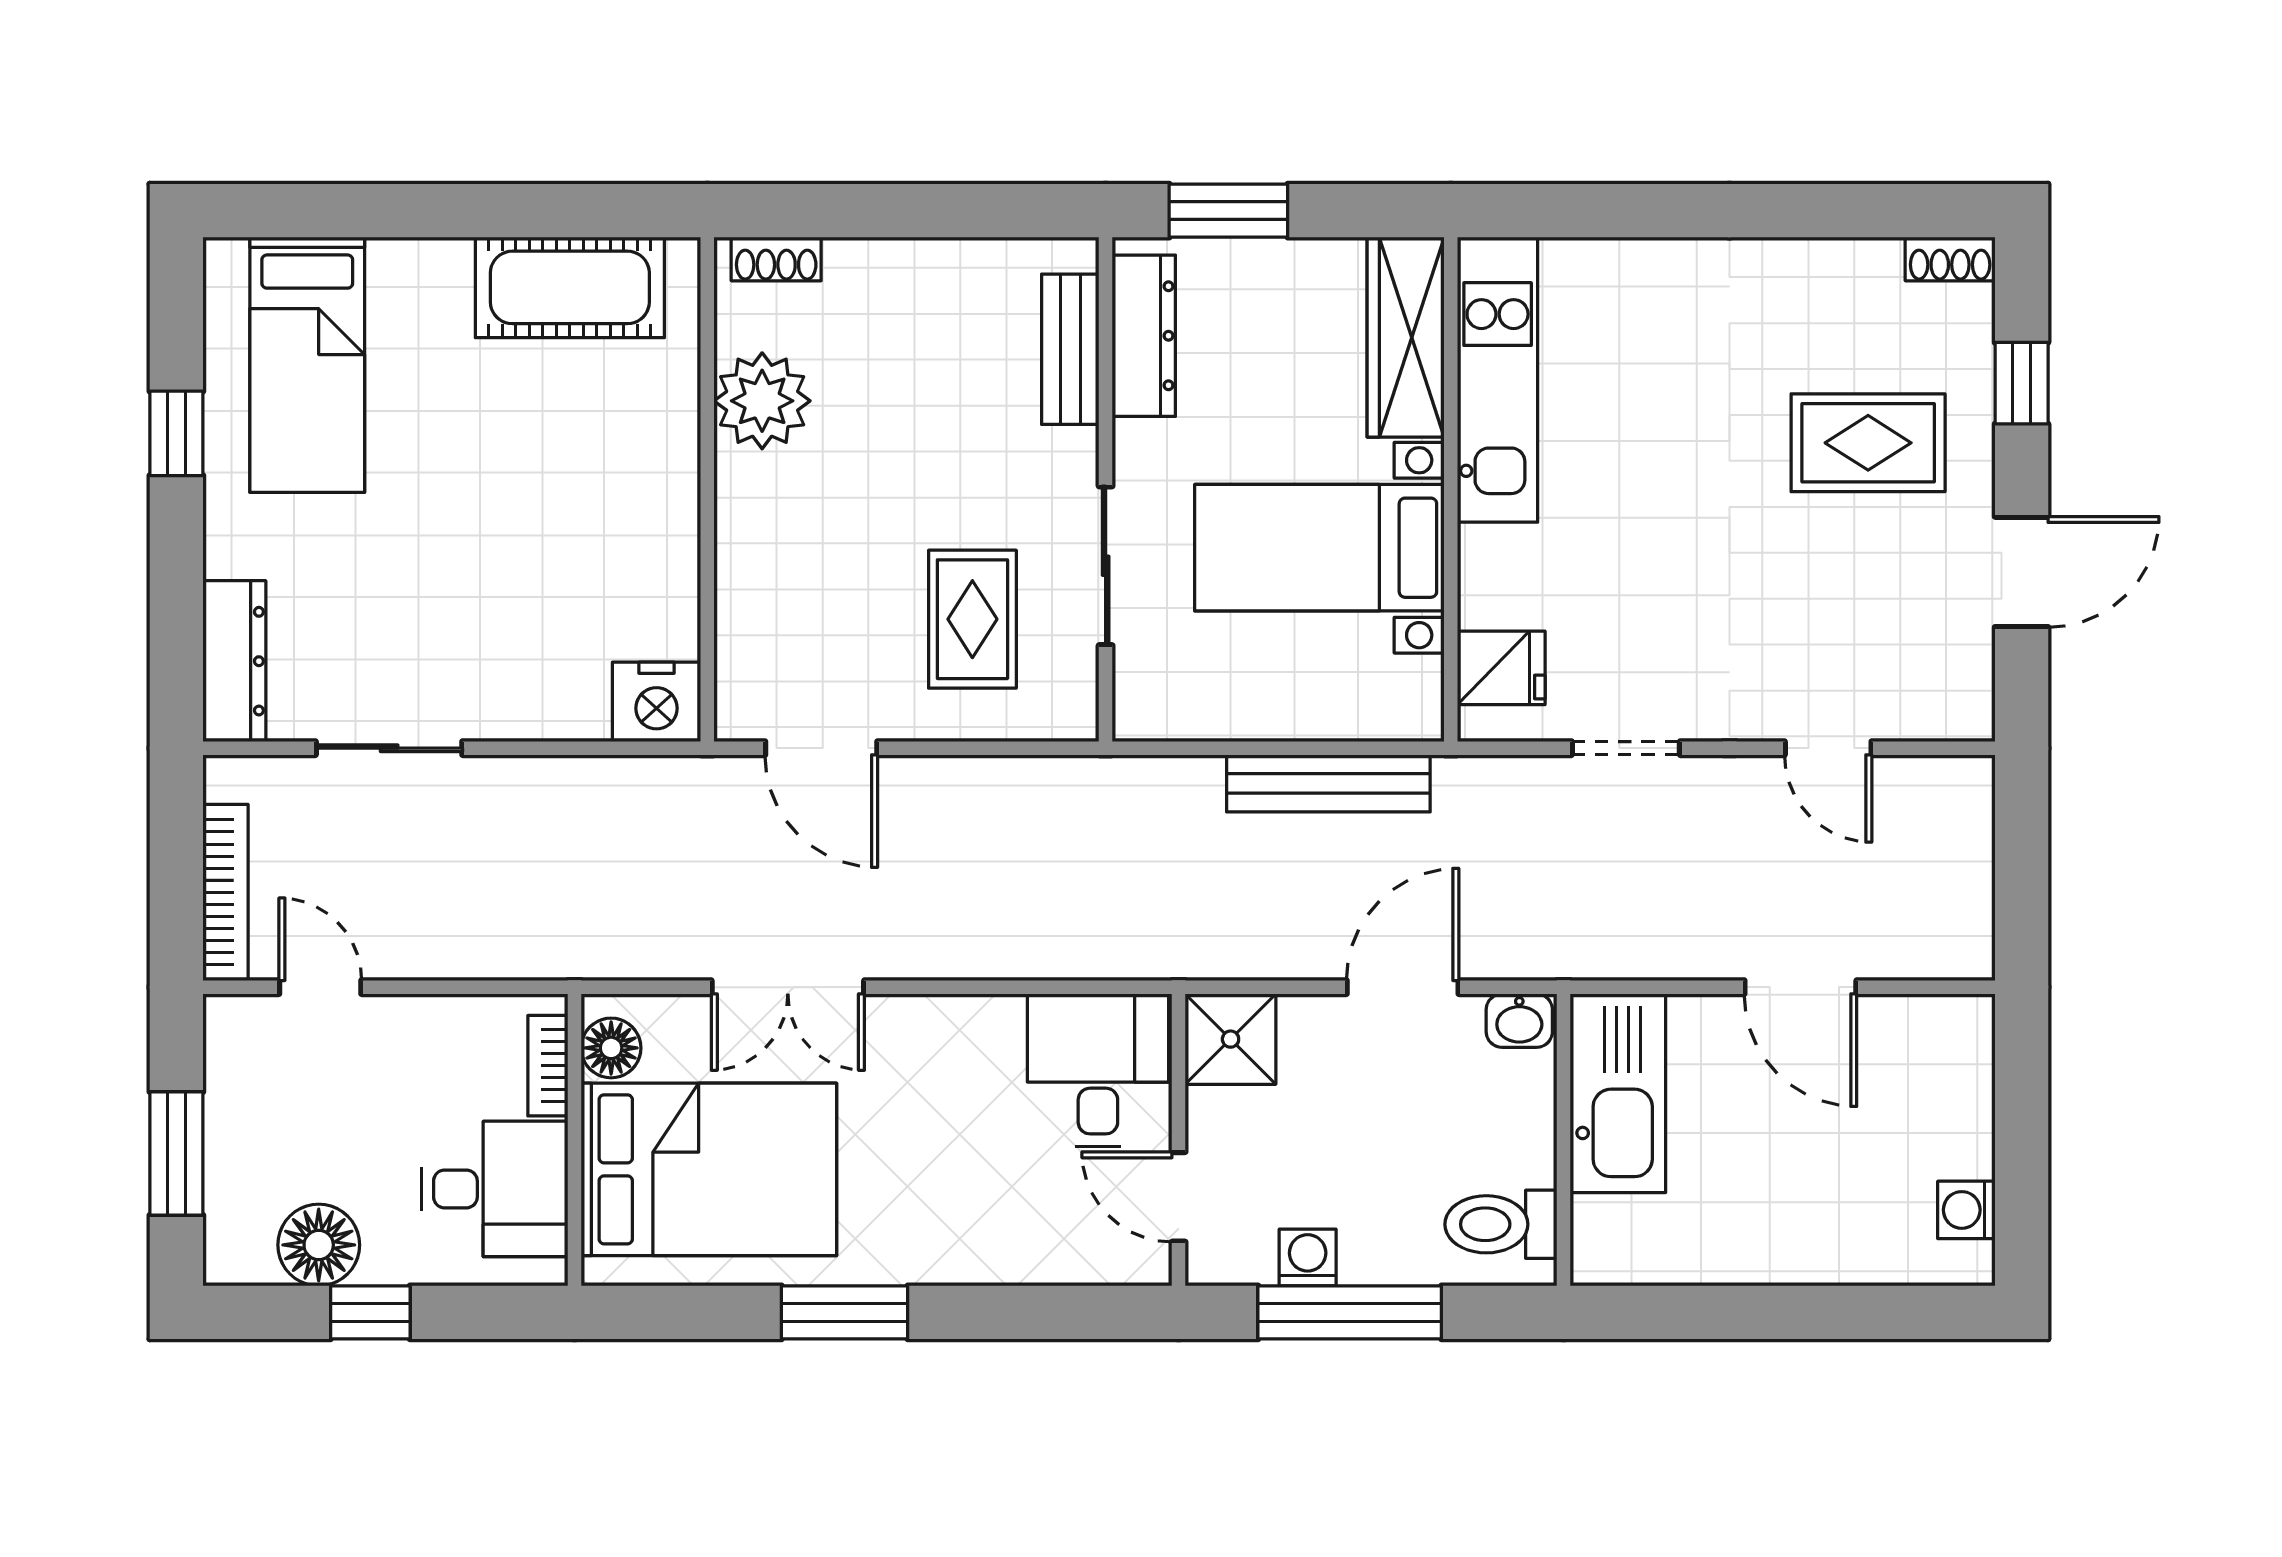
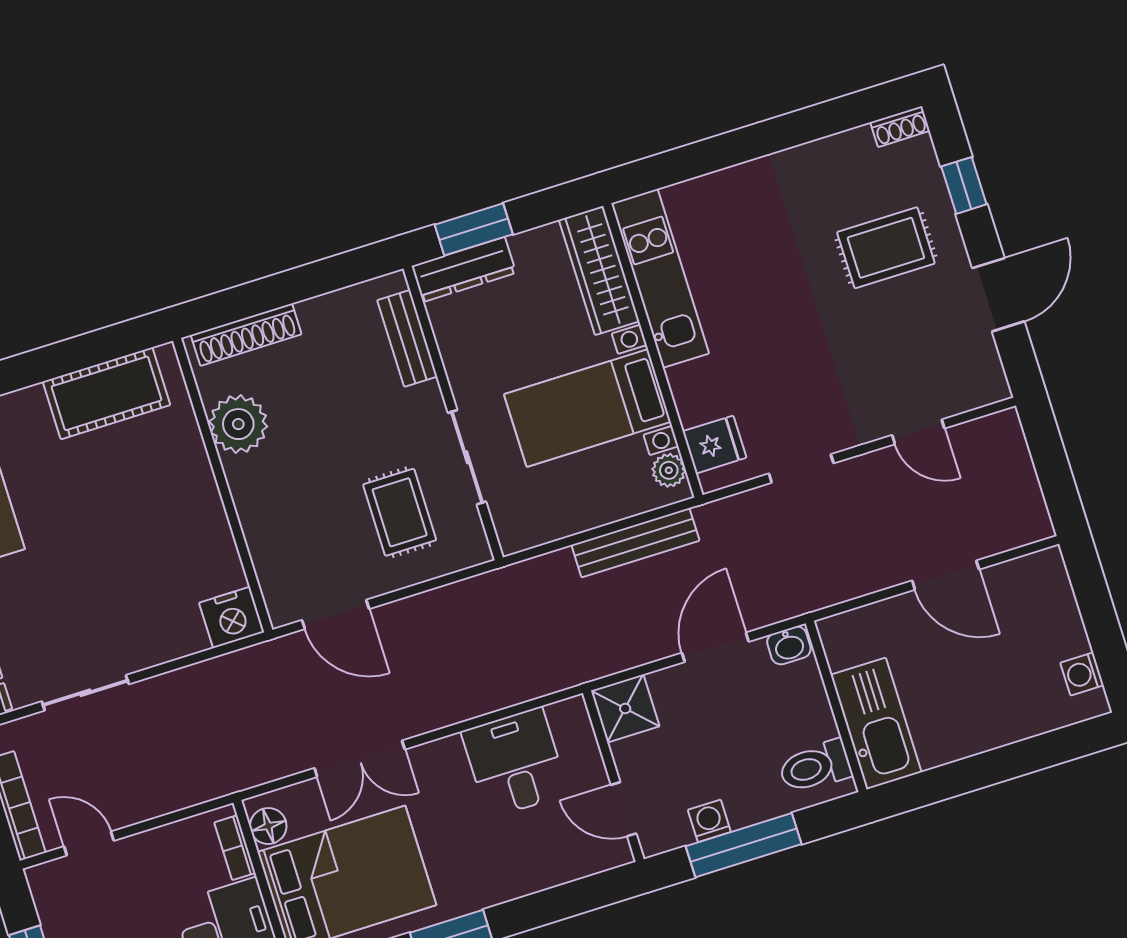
shoe rack: (776, 259) -> (246, 335), width x1.94, depth x1.24
dresser: (1144, 336) -> (464, 269), moved, turned 90
plant: (1417, 686) -> (669, 470), added
desk: (1098, 1070) -> (515, 763), moved
kitchen sink: (1618, 1093) -> (876, 724), moved

